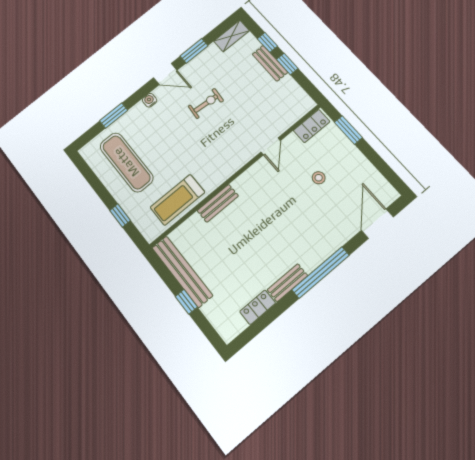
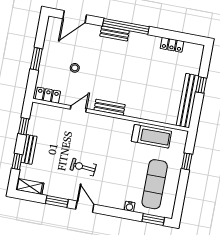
window: (287, 64) -> (24, 126), moved
water cooler: (150, 100) -> (130, 206), moved
window: (114, 116) -> (153, 219), moved
window: (348, 130) -> (36, 59), moved
bench: (218, 203) -> (110, 107), moved
bench: (287, 283) -> (115, 34), moved

